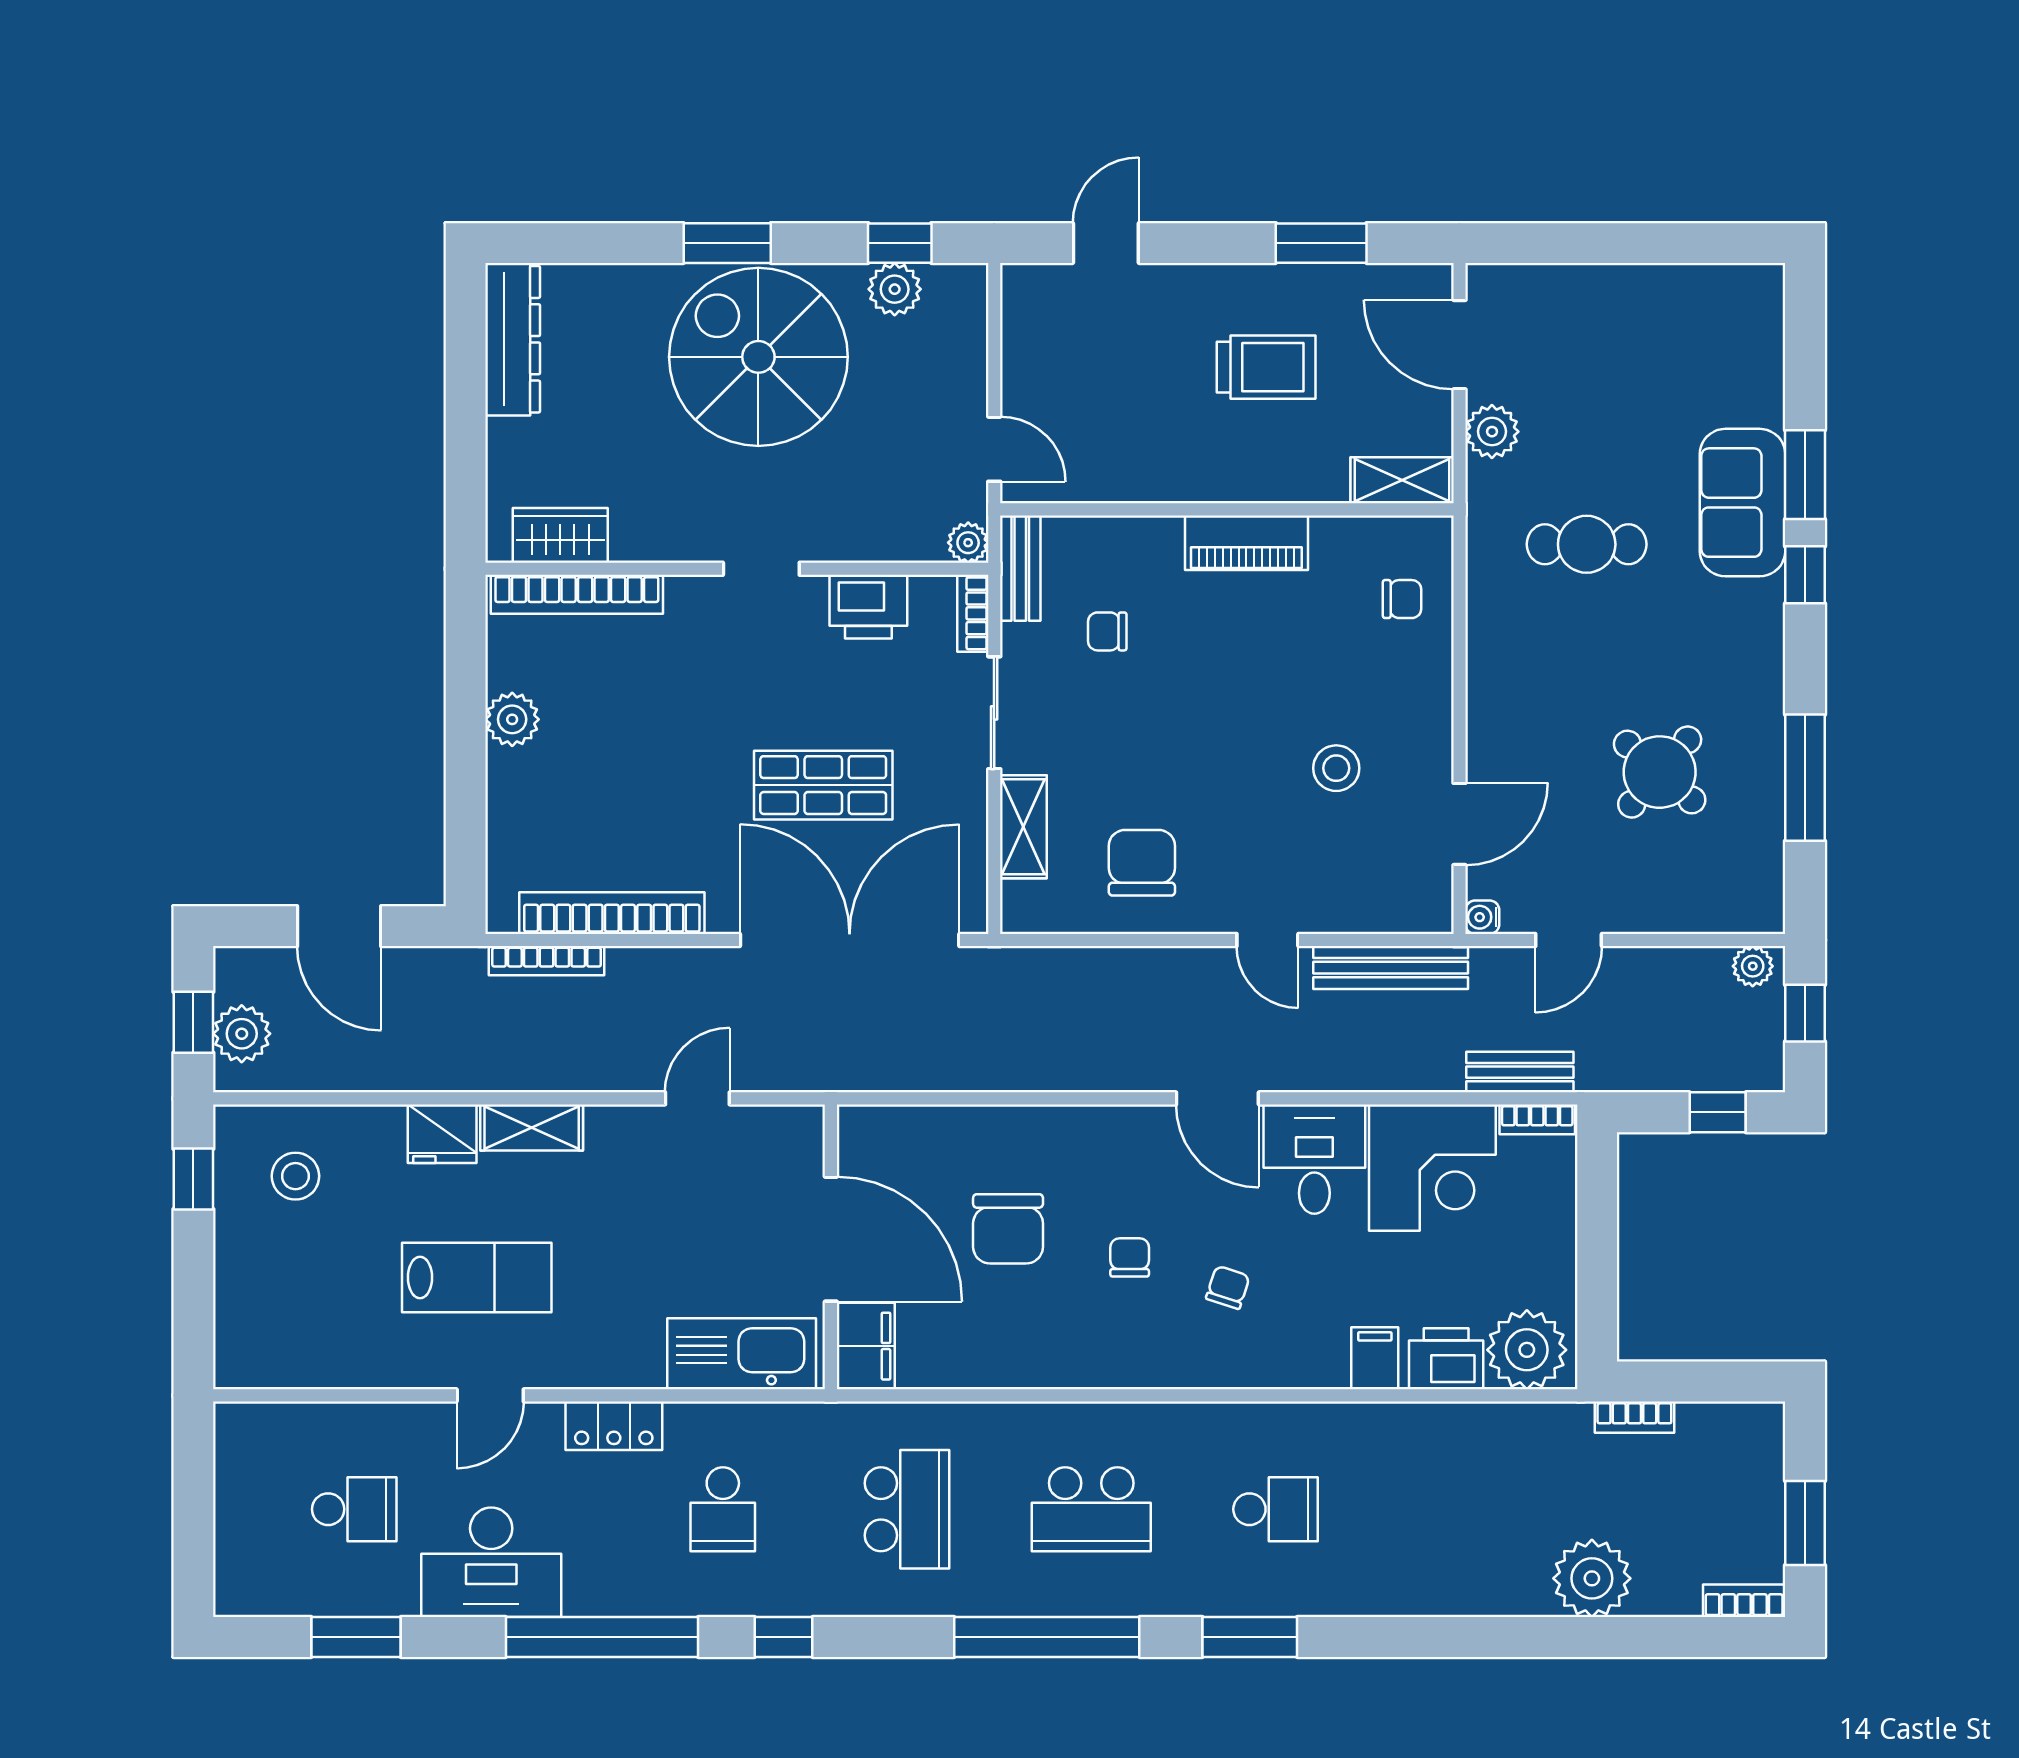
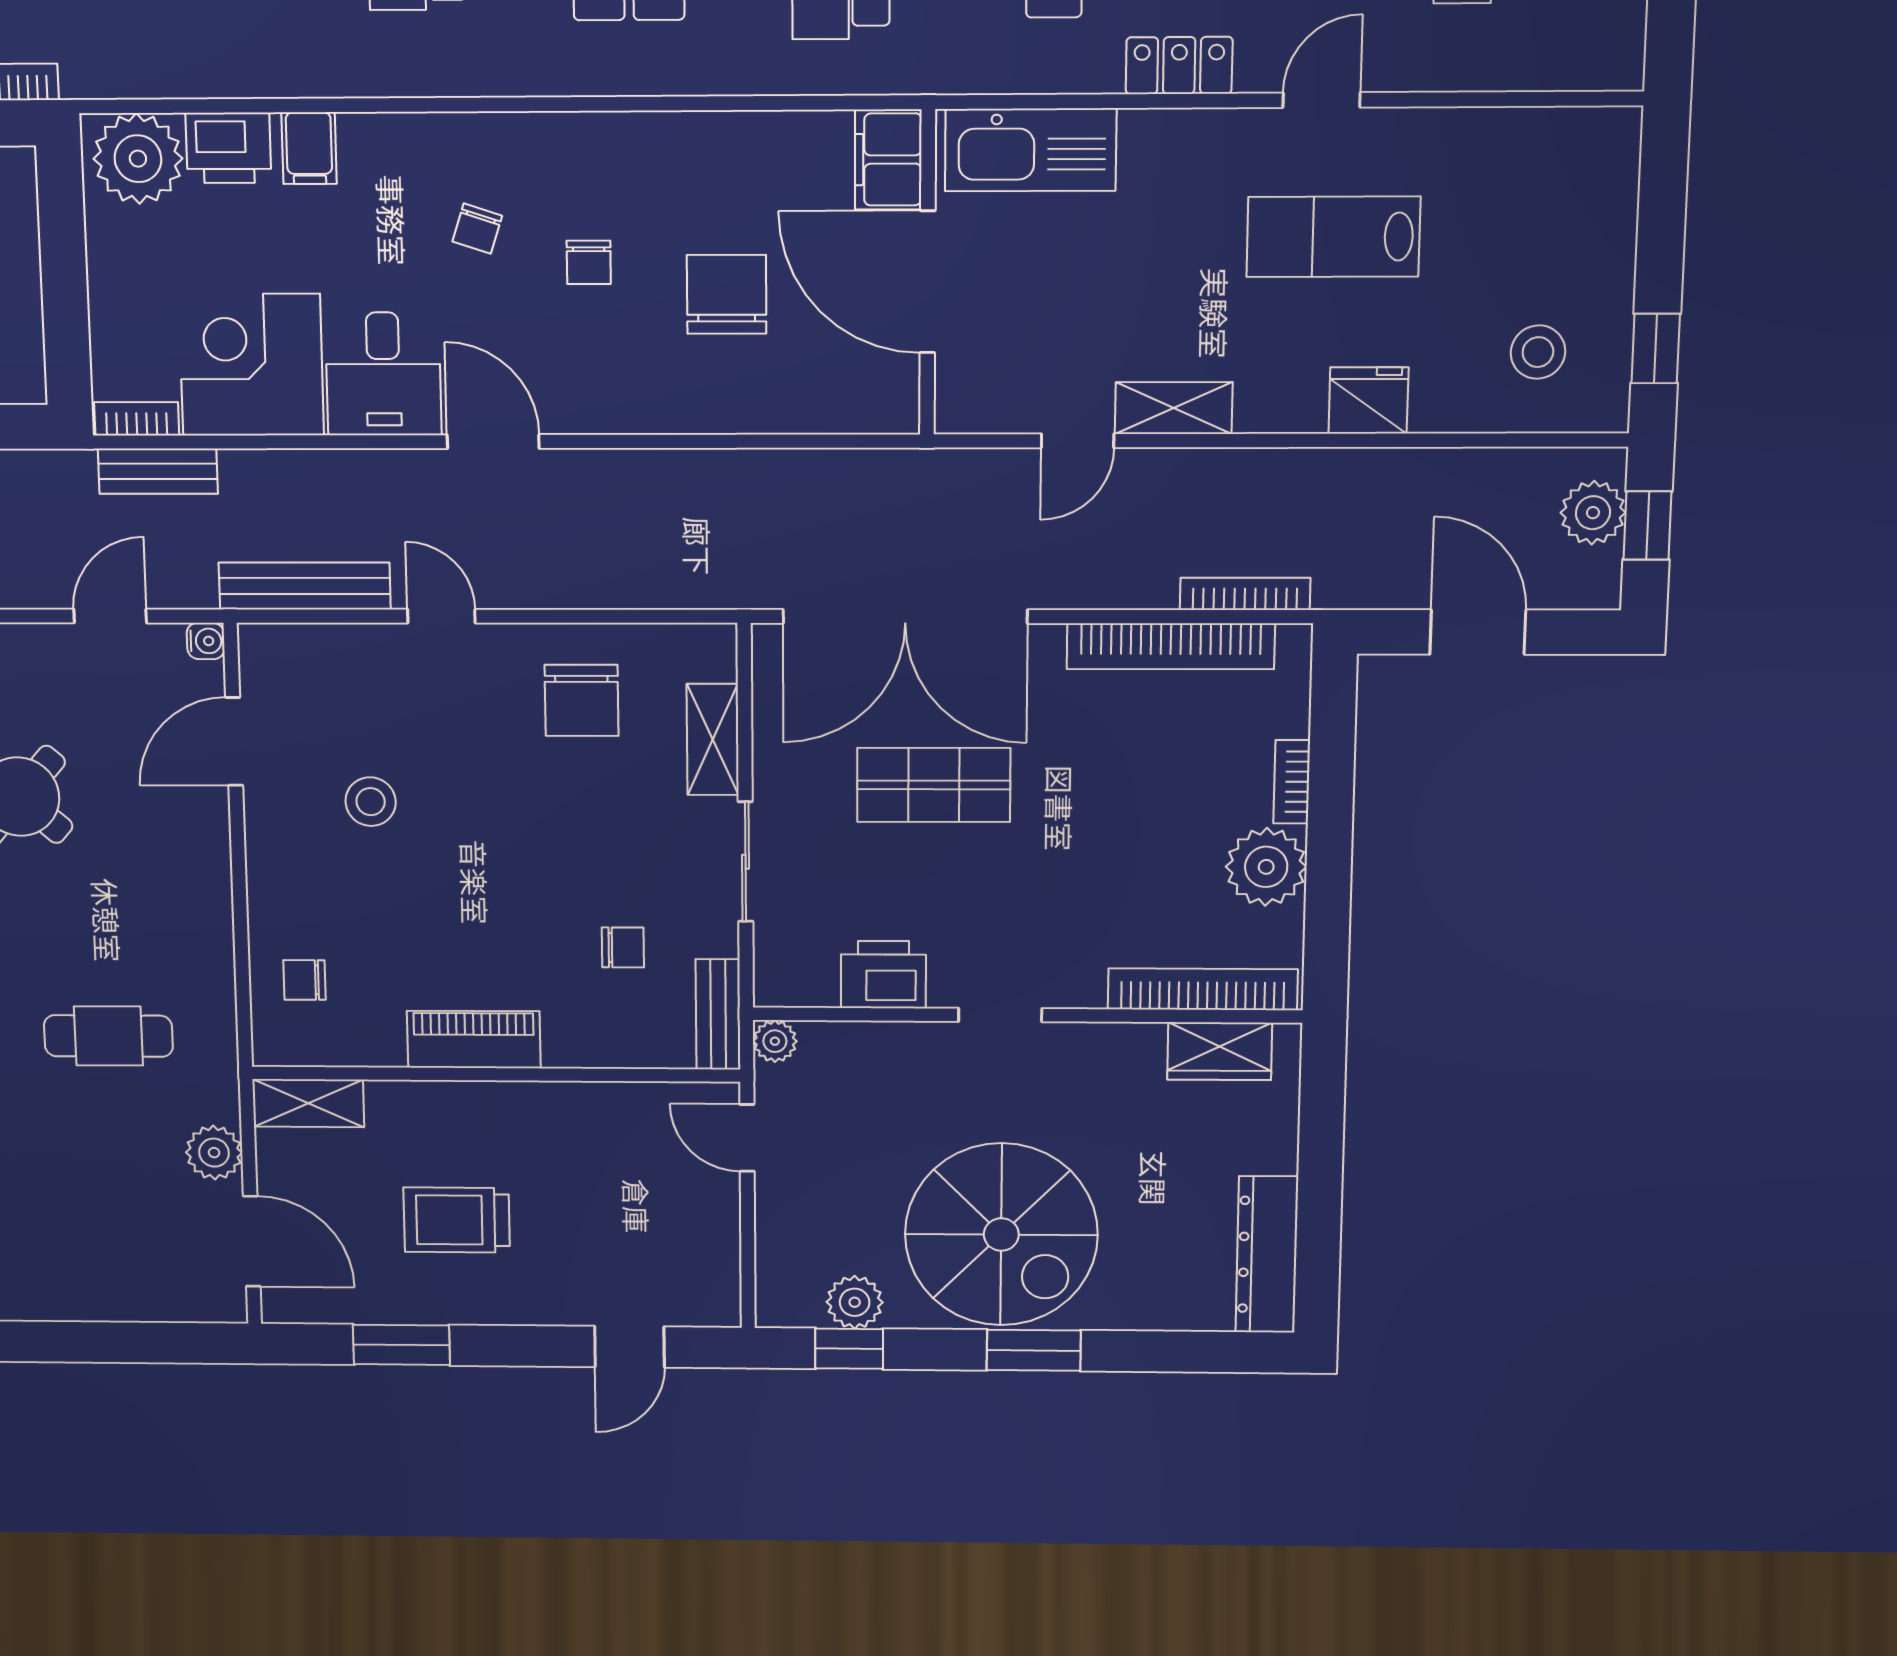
bookcase: (973, 613) -> (1292, 782), moved, turned 180
plant: (512, 719) -> (1266, 867), width x1.36, depth x1.36
shelving: (532, 1127) -> (1174, 408), moved

